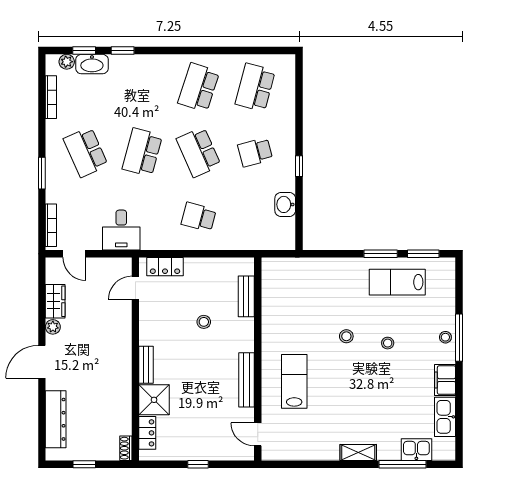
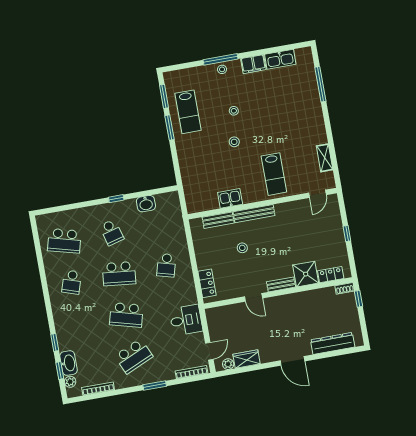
school desk: (199, 87) -> (72, 282), width x0.54
school desk: (199, 152) -> (119, 274), turned 30
door: (135, 288) -> (253, 297), moved
plant: (53, 327) -> (228, 364), moved
bench: (246, 380) -> (254, 214), moved
lab bench: (294, 381) -> (274, 174), turned -90
kitchen sink: (416, 450) -> (230, 198), moved, turned 90
shelving: (358, 452) -> (325, 158), moved
window: (84, 464) -> (359, 299), moved

